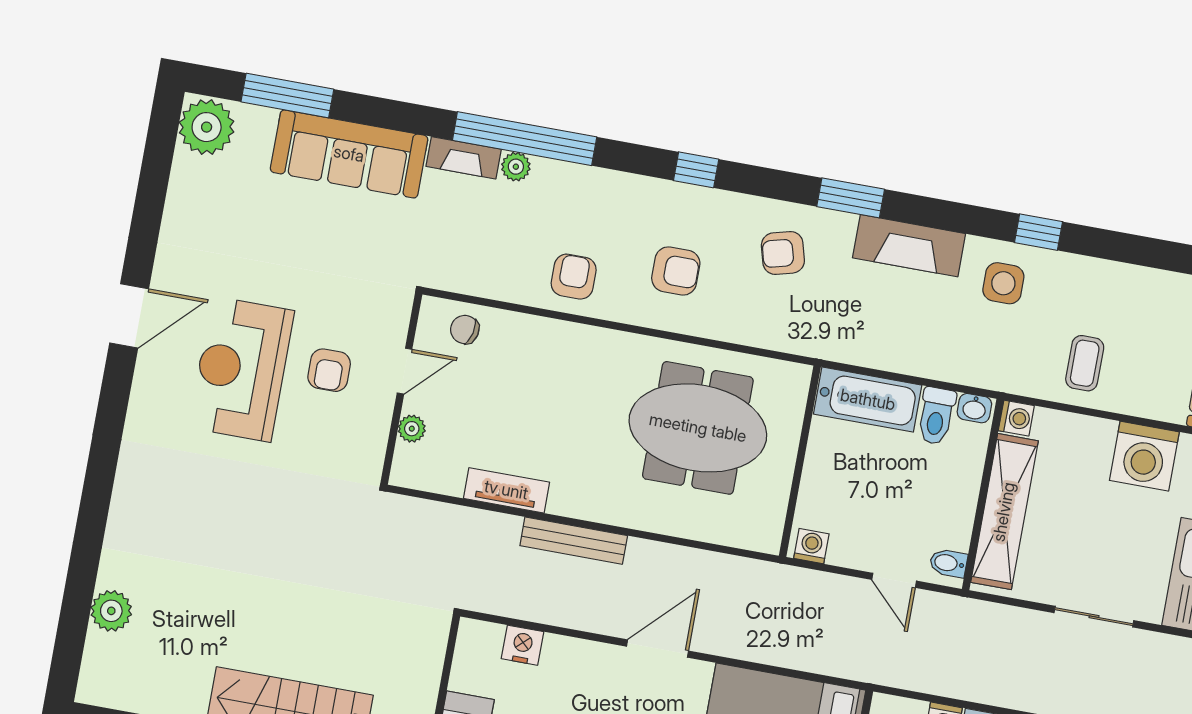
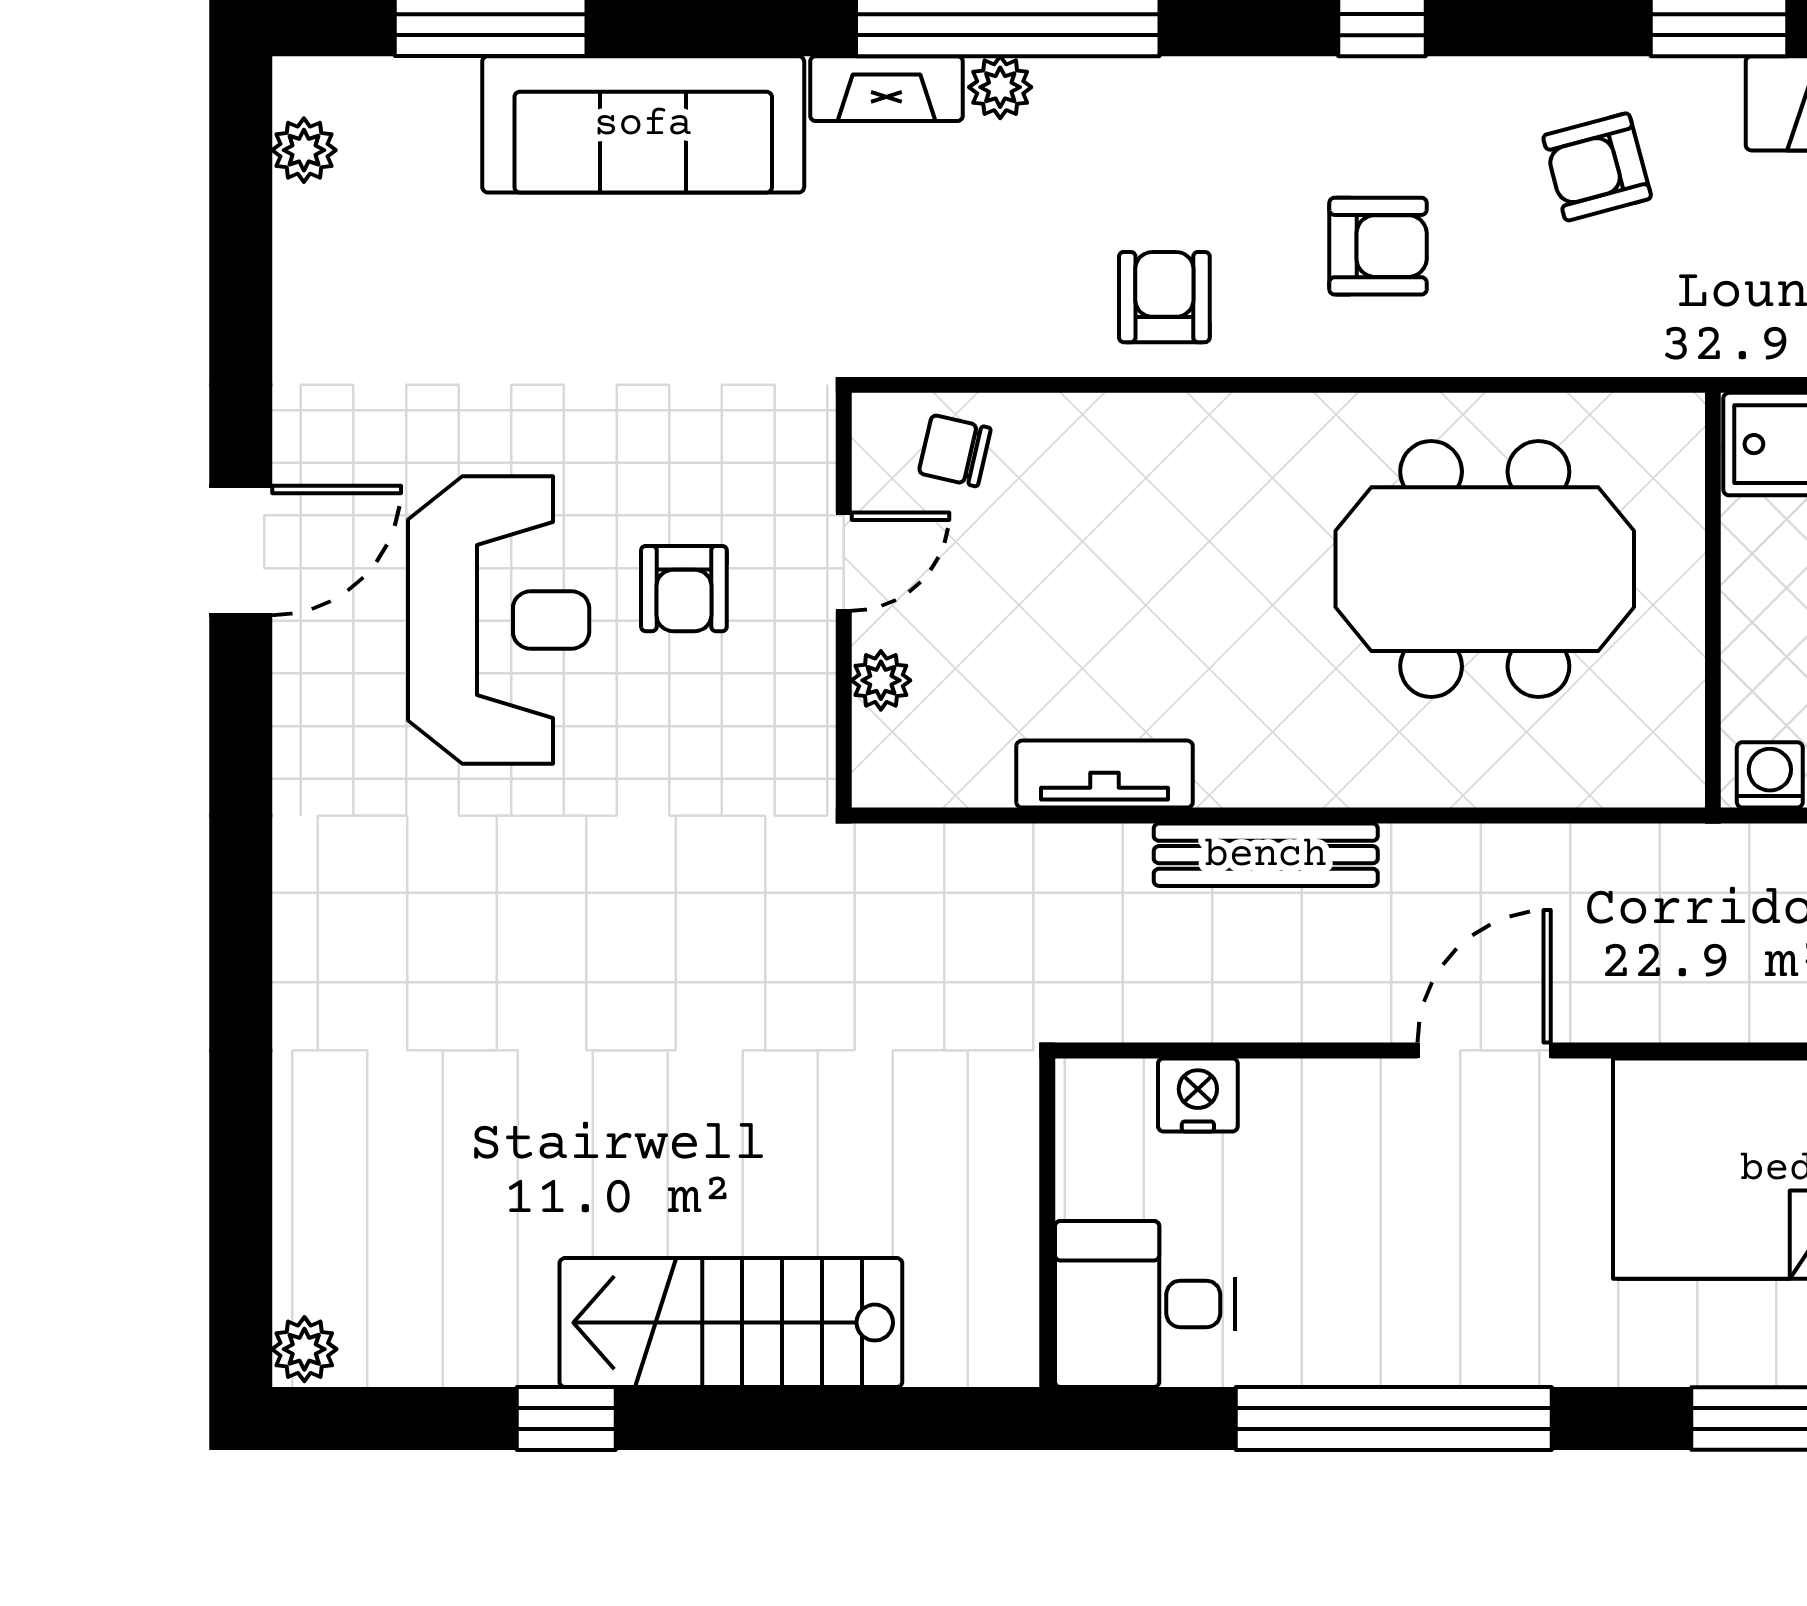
plant: (207, 127) -> (304, 150), width x0.53, depth x0.53
reception desk: (241, 369) -> (499, 620), turned 180
plant: (111, 611) -> (304, 1349), moved, width x0.73, depth x0.73

